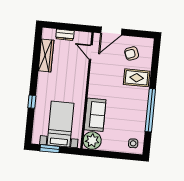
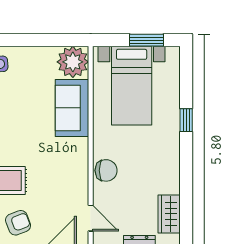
wardrobe: (46, 56) -> (169, 214), width x0.67
chair: (79, 78) -> (106, 170), added

